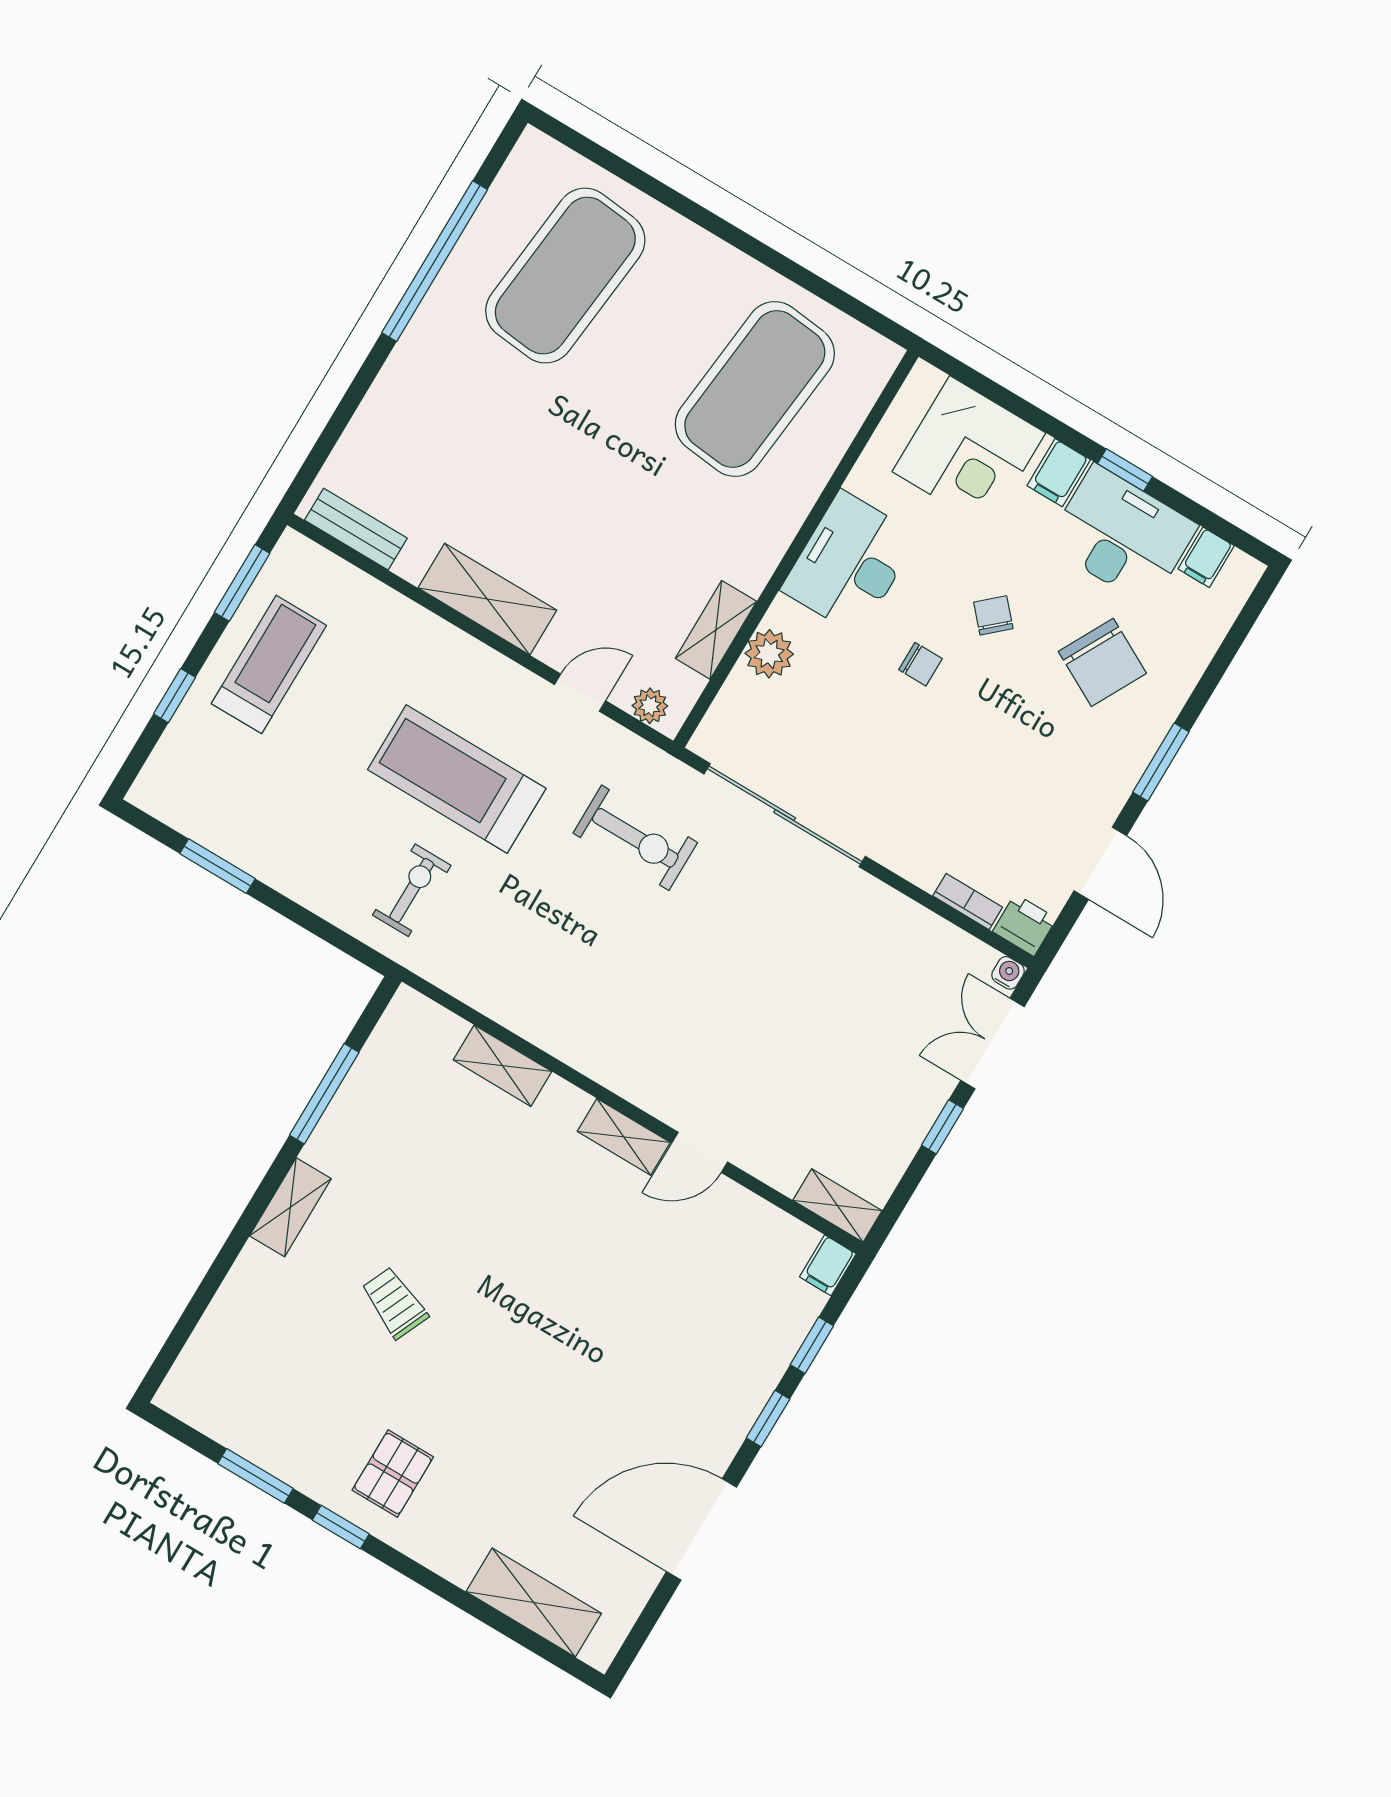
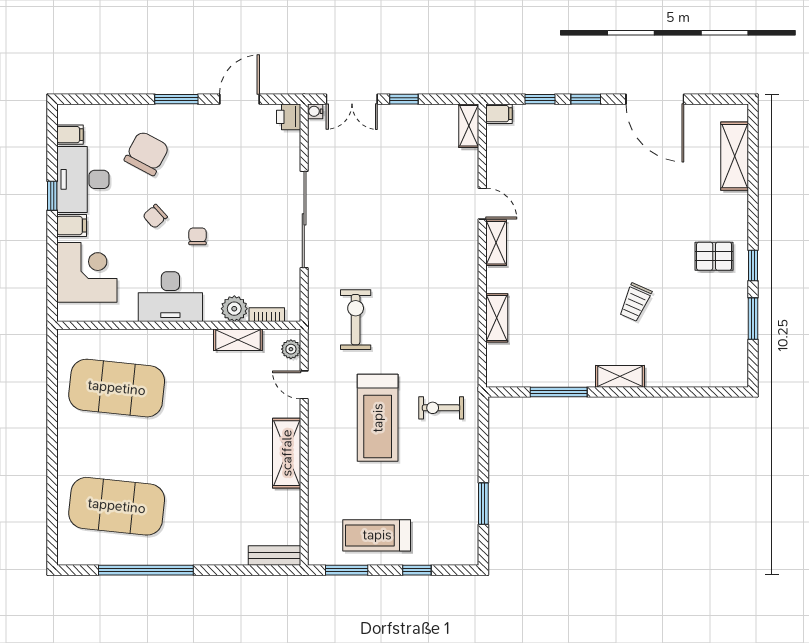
bench: (356, 529) -> (274, 556), moved, turned 90
sliding door: (785, 815) -> (304, 219), moved
bookcase: (968, 902) -> (267, 315), moved, turned 90

